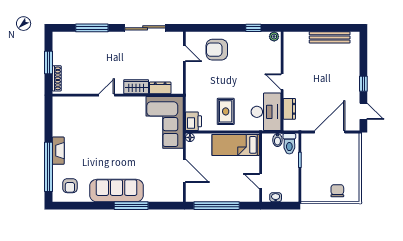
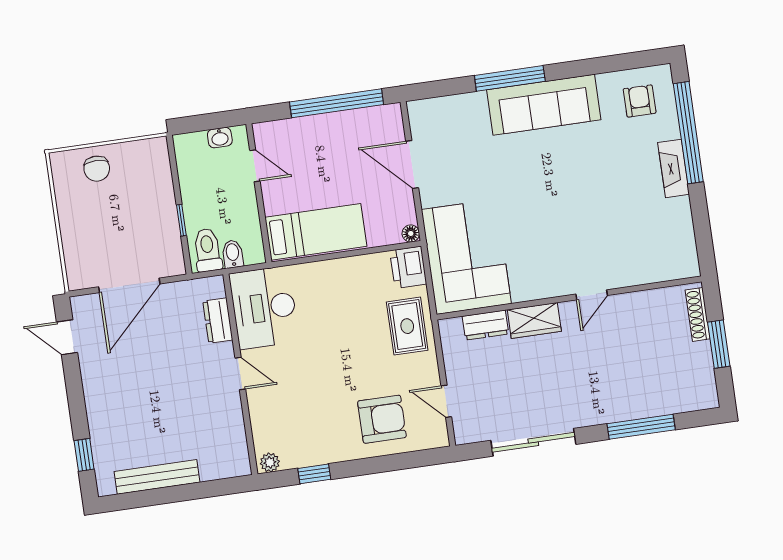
window: (363, 84) -> (84, 455), moved
rug: (226, 111) -> (407, 326), moved

